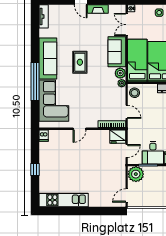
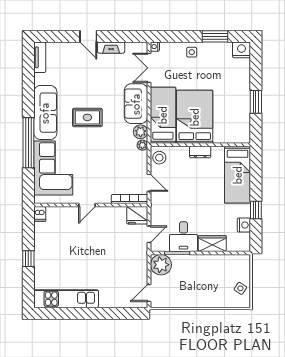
rug: (80, 62) -> (87, 117), turned 90

